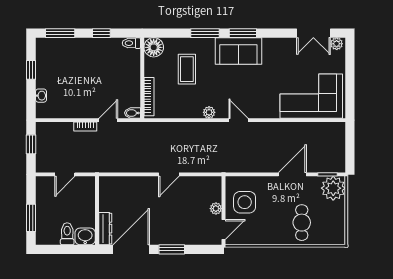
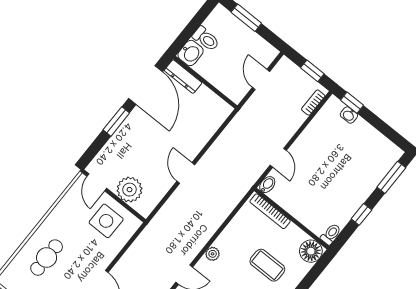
window: (31, 70) -> (352, 103), moved
bookcase: (85, 127) -> (313, 103), moved
plant: (216, 209) -> (130, 190), width x1.88, depth x1.88
cafe table: (302, 223) -> (47, 258), turned 90

